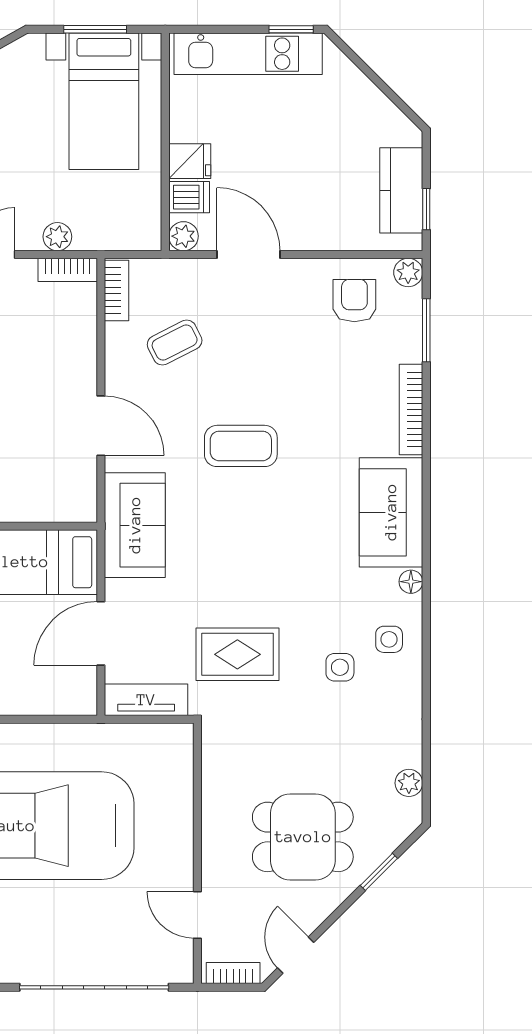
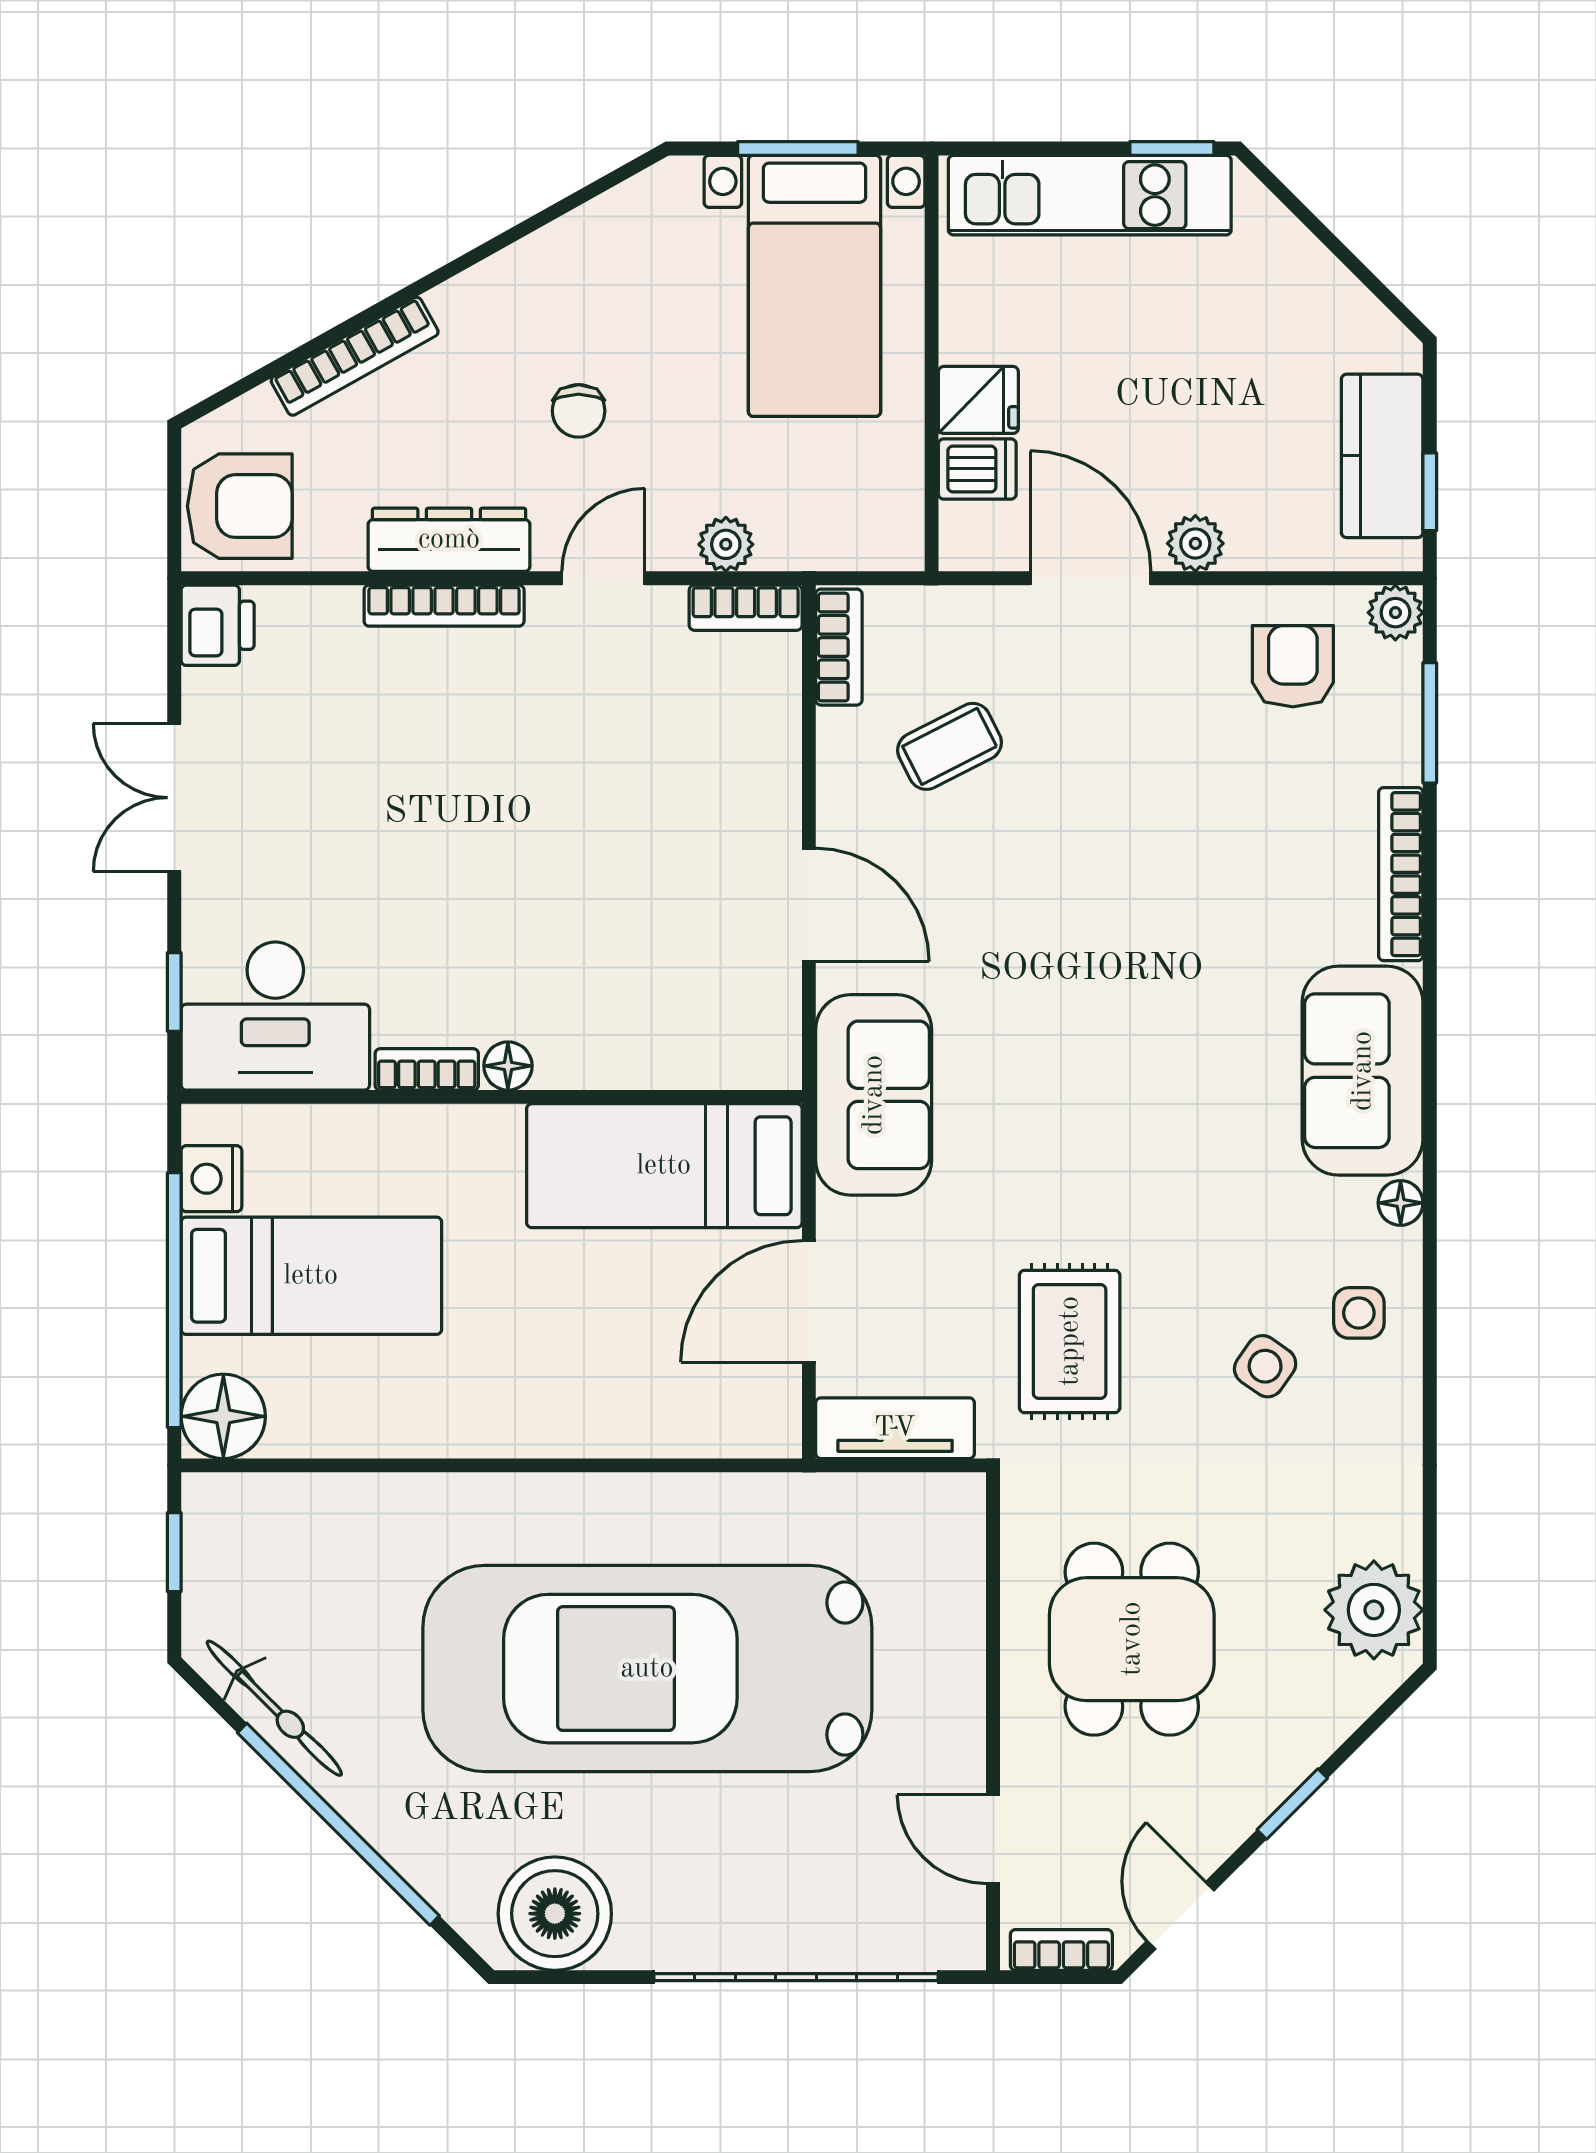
plant: (183, 236) -> (1195, 543), moved
coffee table: (241, 446) -> (1076, 944), removed
rug: (237, 654) -> (1070, 1341), turned 90
side table: (340, 667) -> (1265, 1366), turned 35
plant: (409, 783) -> (1374, 1610), width x1.88, depth x1.88
dining table: (303, 837) -> (1132, 1639), moved, turned 90
window: (379, 872) -> (1292, 1804), moved

